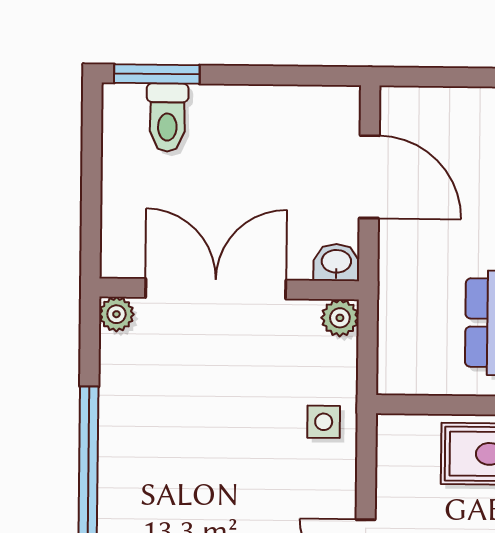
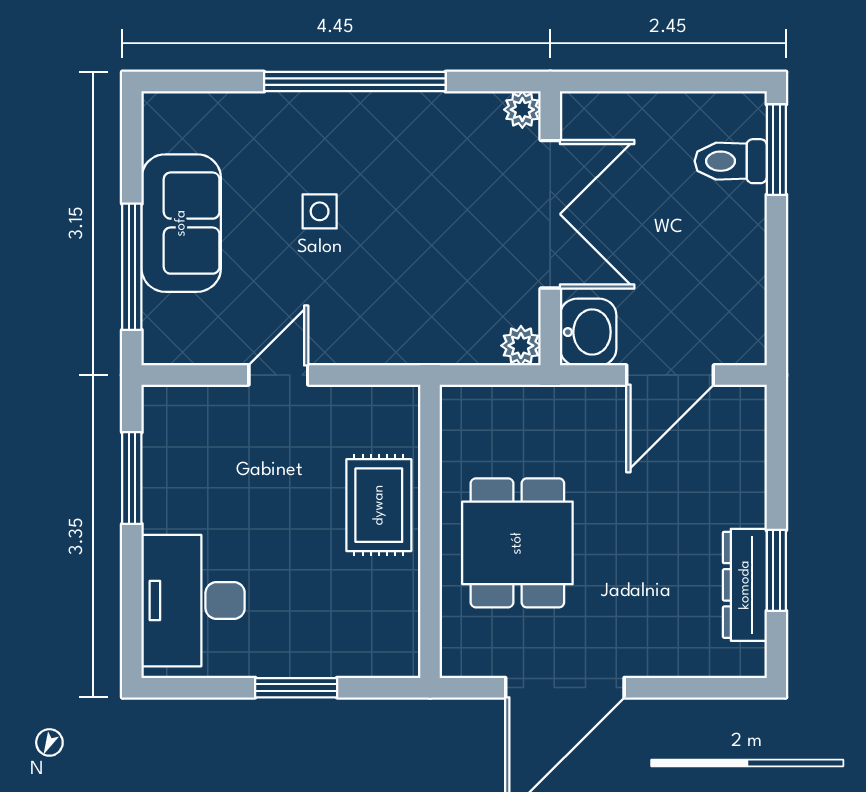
washbasin: (336, 262) -> (588, 332), width x1.38, depth x1.45
side table: (324, 422) -> (320, 211), moved

